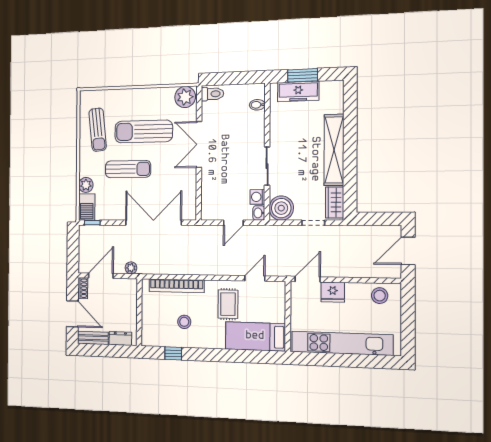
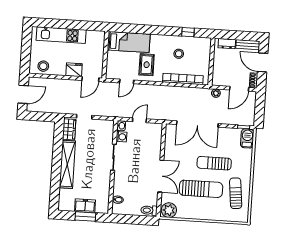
freezer: (298, 91) -> (85, 206), width x0.71
plant: (86, 185) -> (247, 154), removed
boiler: (281, 208) -> (105, 128), removed
kitchen unit: (342, 343) -> (61, 35), width x0.73

